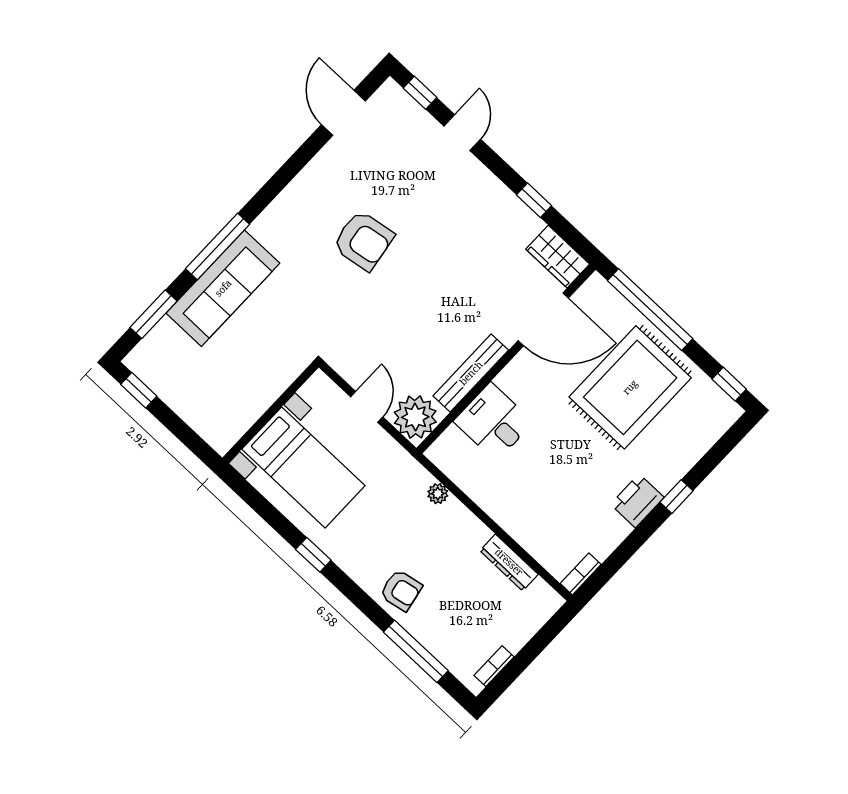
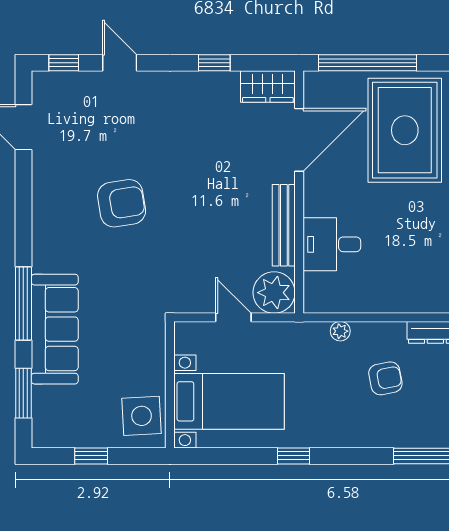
window: (139, 390) -> (91, 456), moved
side table: (227, 416) -> (142, 416), added
armchair: (401, 590) -> (385, 378), moved

